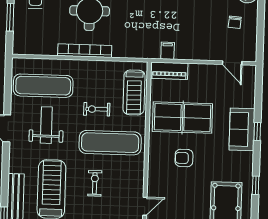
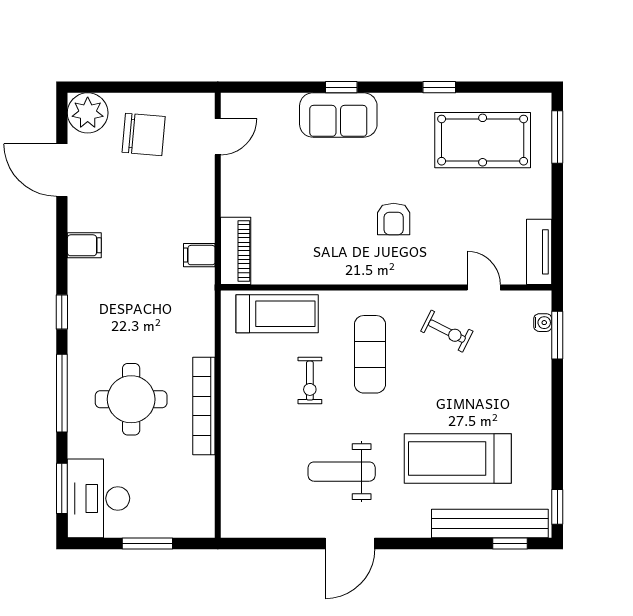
chair: (235, 22) -> (144, 134), width x1.87, depth x1.87
exercise mat: (43, 86) -> (270, 480), removed
table tennis table: (182, 118) -> (320, 224), removed
exercise mat: (110, 143) -> (370, 354), width x0.73, depth x0.69
exercise bike: (95, 183) -> (447, 331), moved, turned -153

